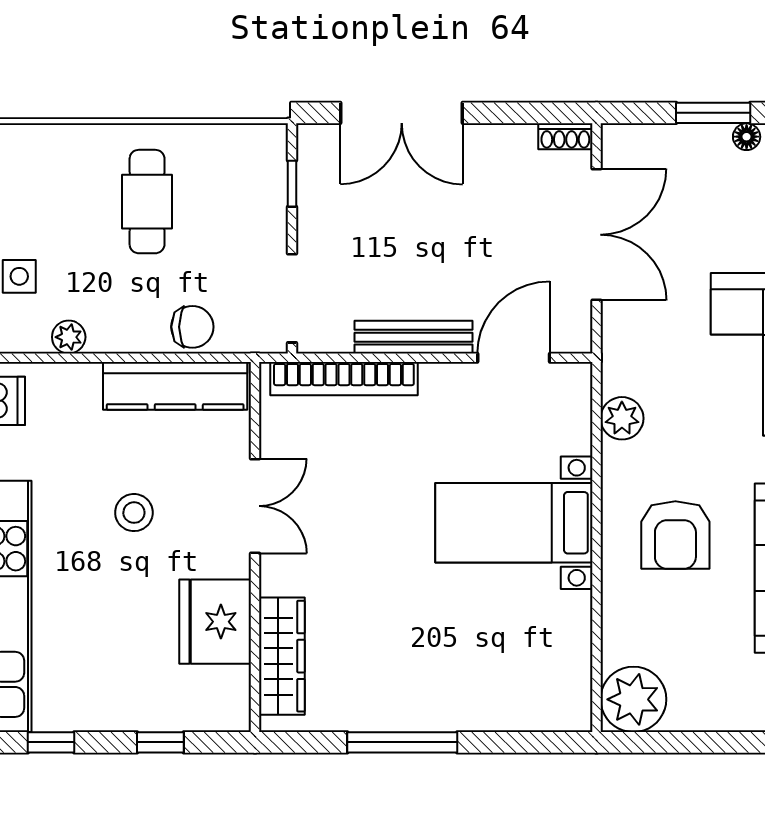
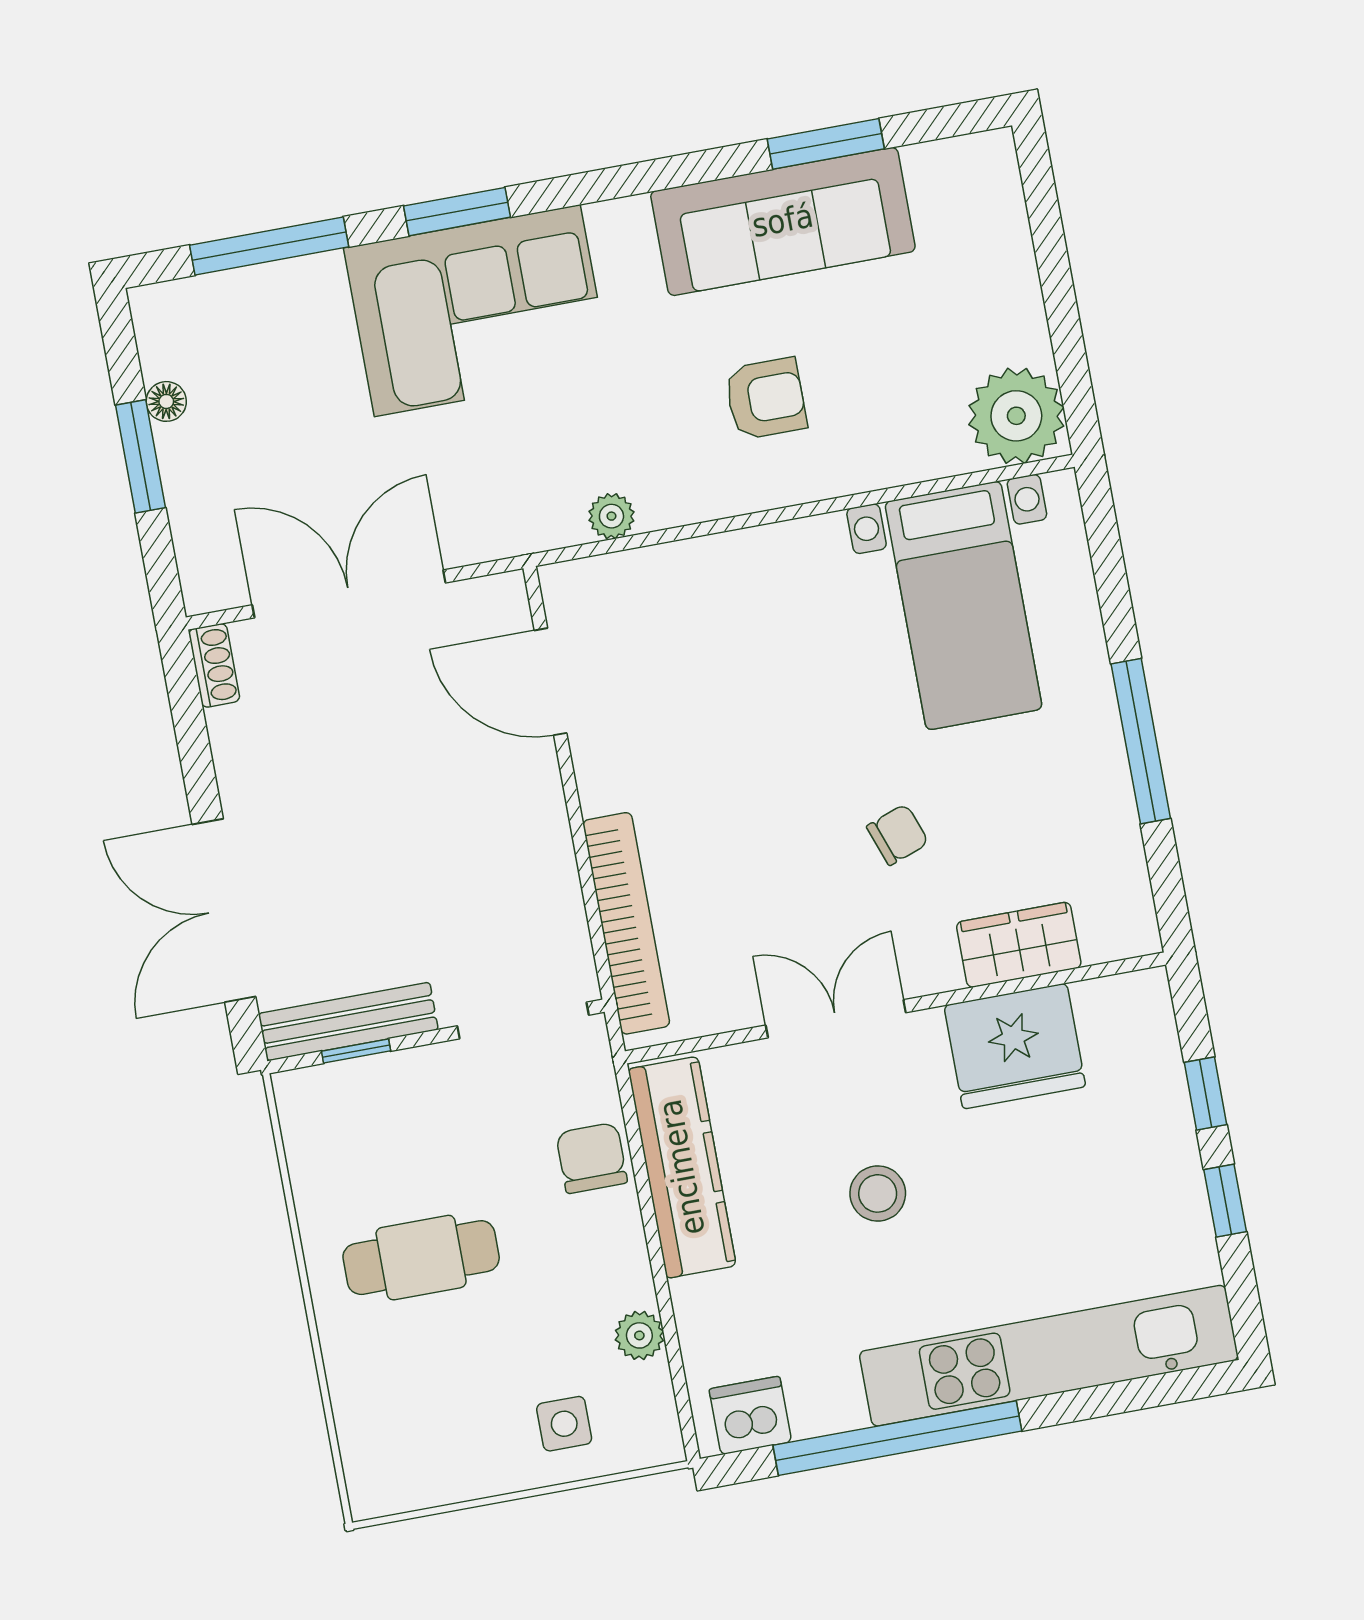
double door: (402, 113) -> (224, 910), swing flipped
bench: (414, 337) -> (348, 1022), moved, turned 90
plant: (622, 418) -> (611, 516), width x0.73, depth x0.73
bed with nightstands: (514, 523) -> (964, 605), moved
armchair: (675, 535) -> (766, 399), width x0.72, depth x0.72
chair: (370, 569) -> (898, 835), added
wardrobe: (282, 656) -> (1019, 945), width x0.67
window: (51, 742) -> (1225, 1201), moved

